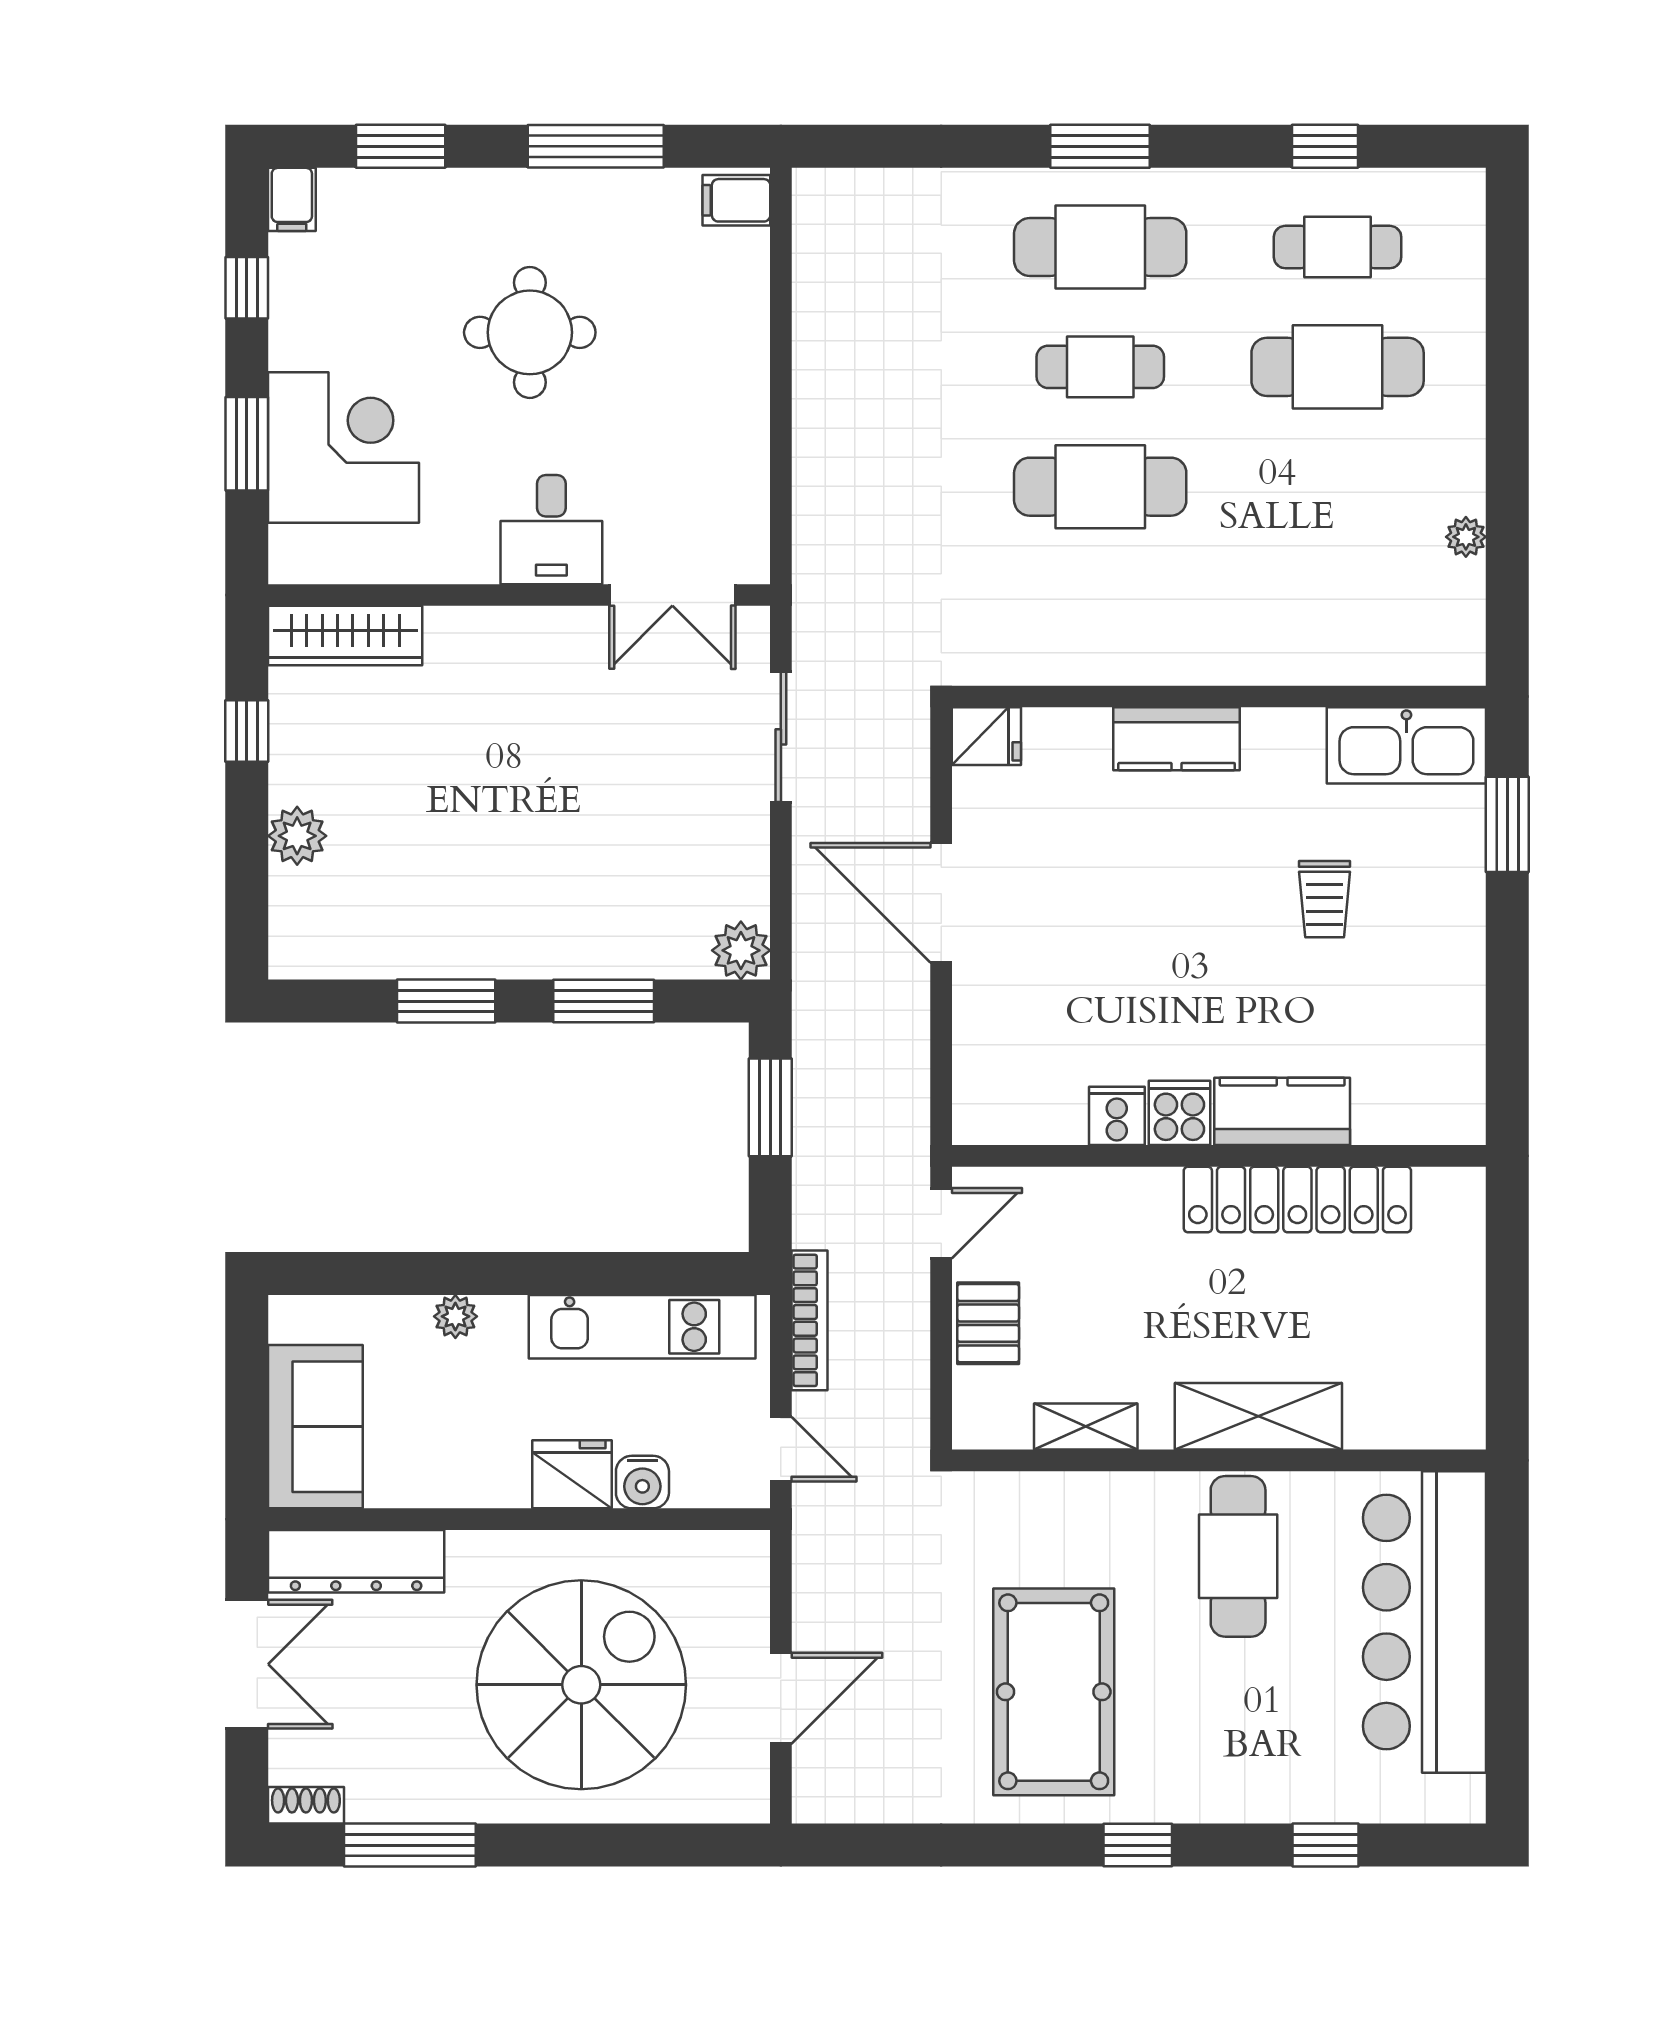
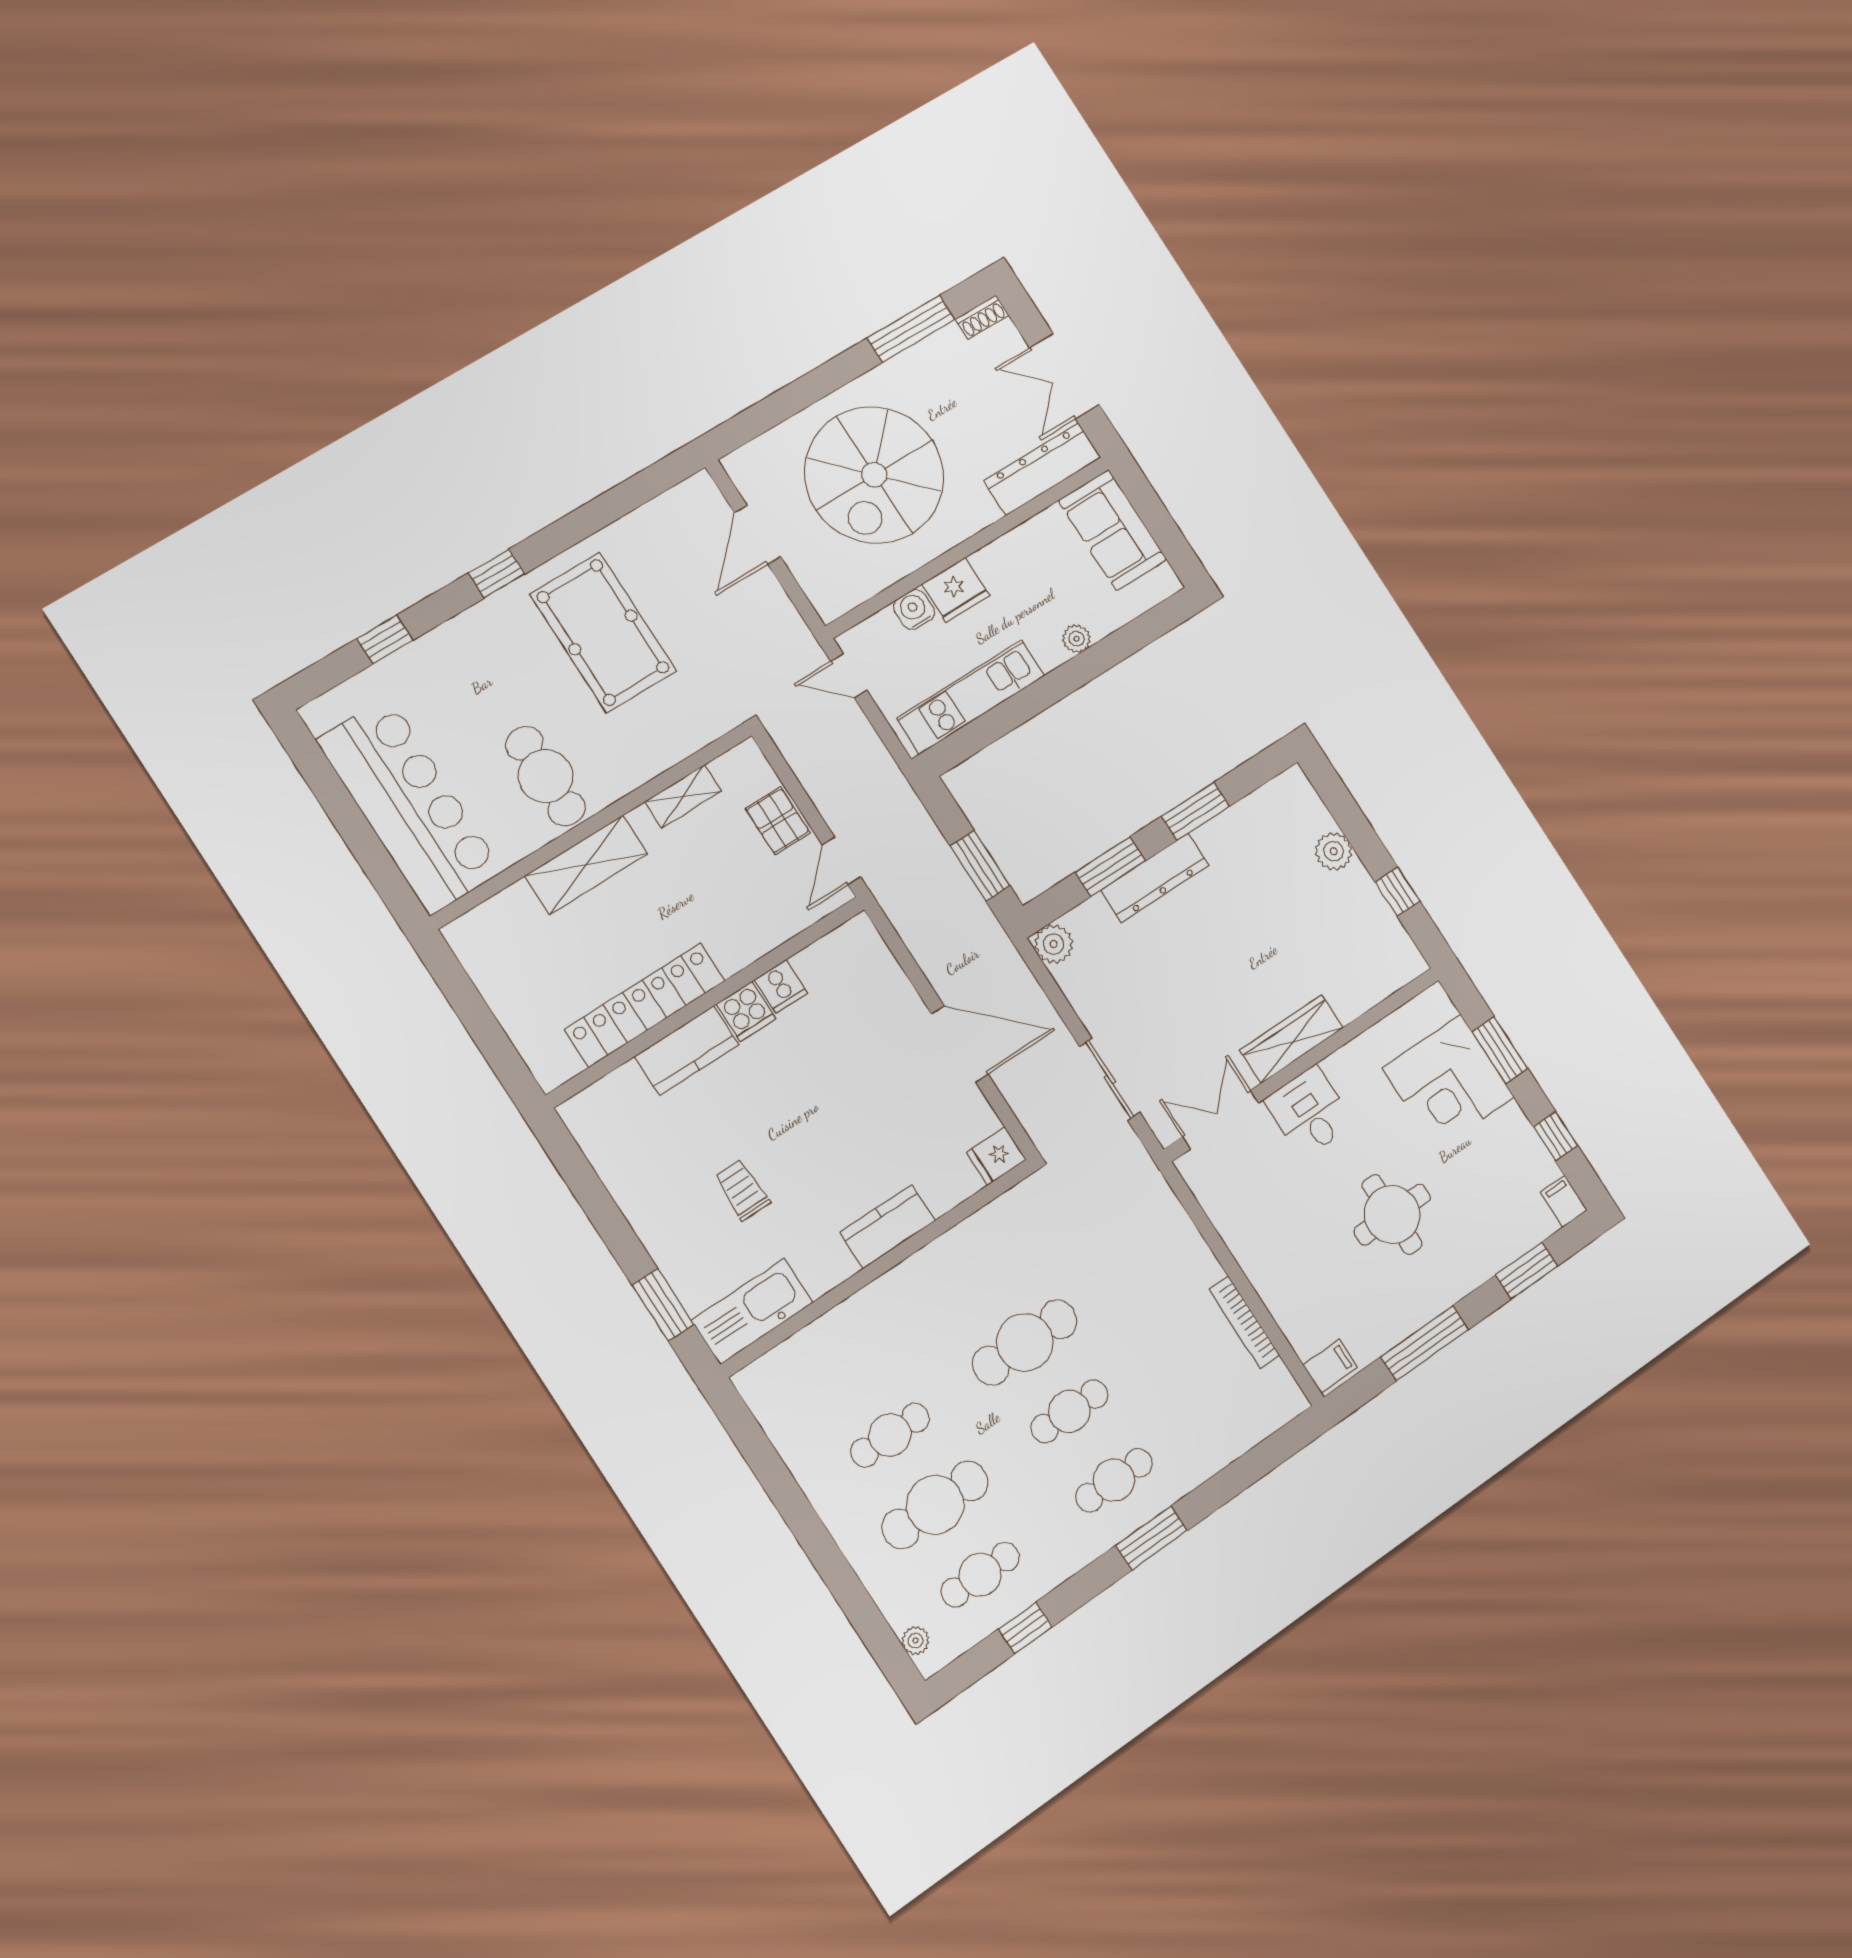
cafe table: (1100, 247) -> (1114, 1480), width x0.73, depth x0.74
cafe table: (1338, 487) -> (890, 1435), added
plant: (1466, 537) -> (916, 1641), moved
wardrobe: (345, 636) -> (1291, 1039), moved
dresser: (555, 951) -> (1155, 878), added
bookcase: (809, 1320) -> (1244, 1322), moved

